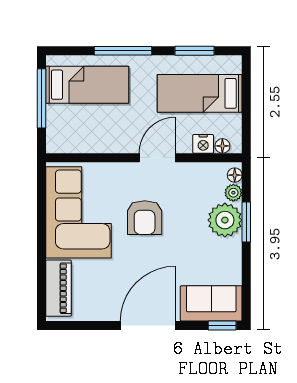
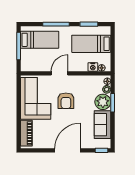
door: (157, 158) -> (60, 73), moved
sofa: (211, 303) -> (102, 125), moved, turned -90

